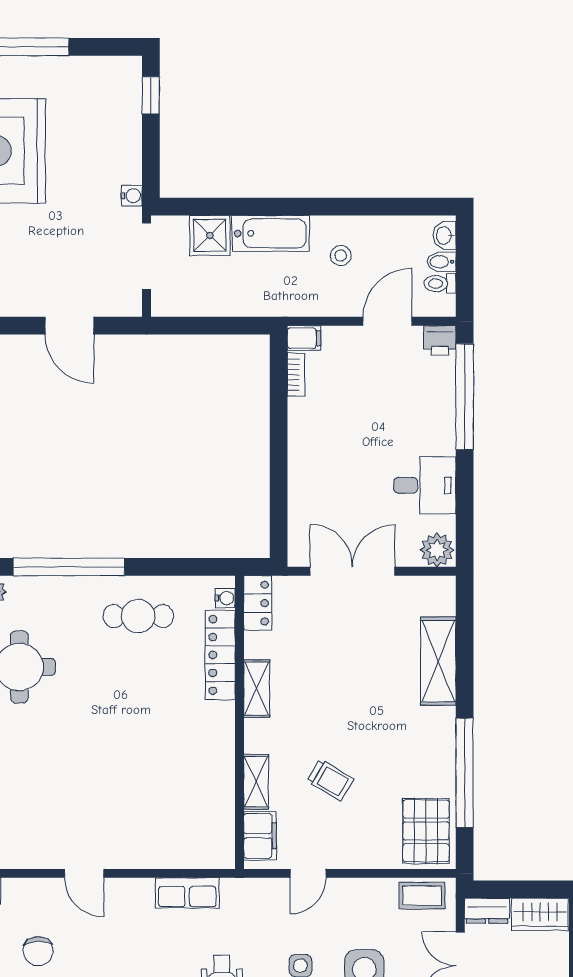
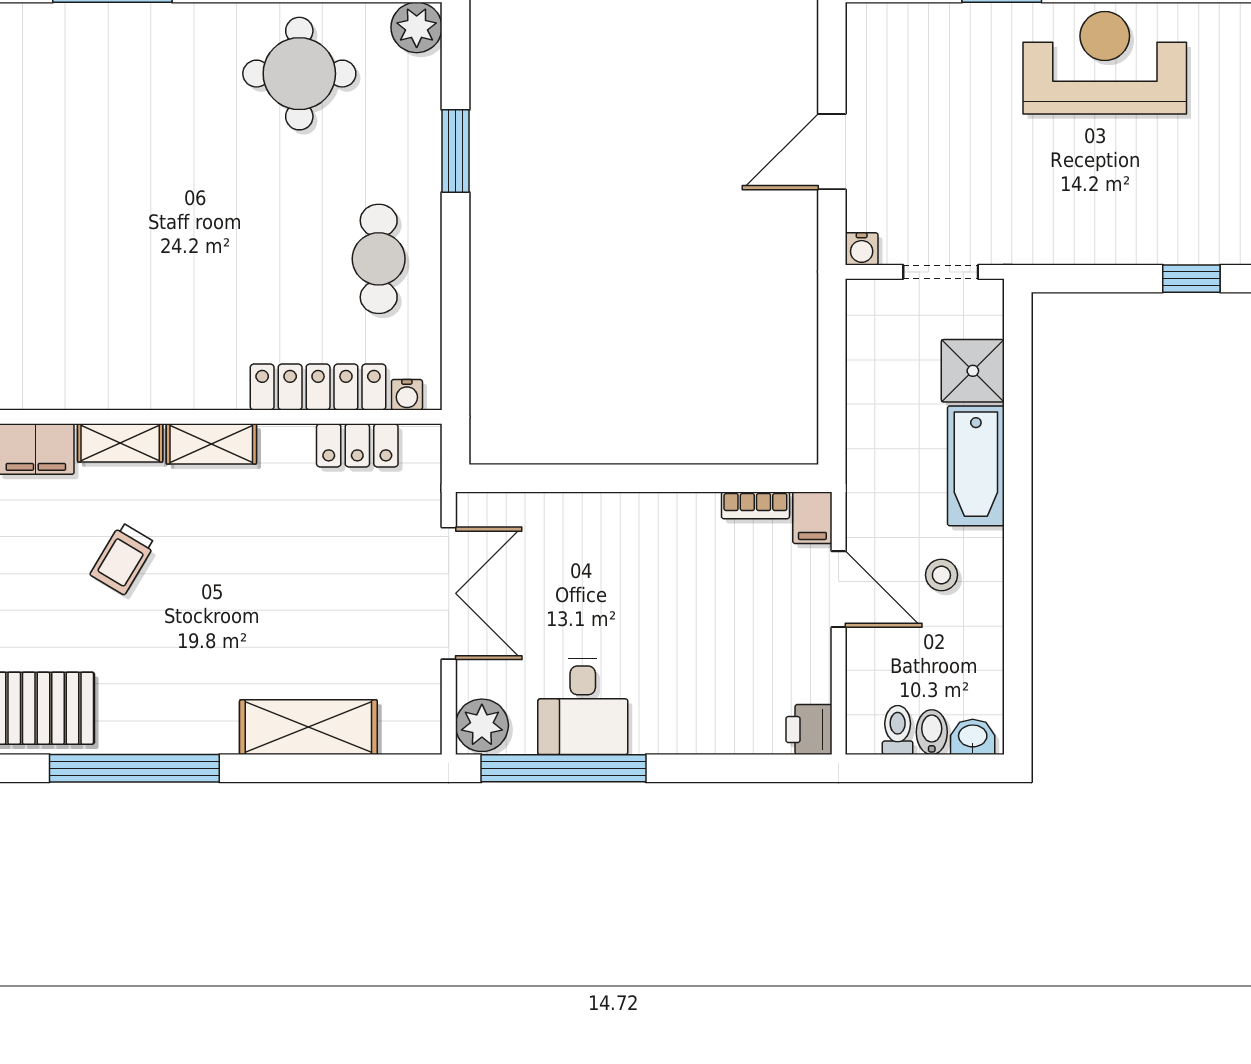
water cooler: (132, 196) -> (862, 249), moved
doorway: (146, 256) -> (941, 272), width x0.73
door: (387, 321) -> (839, 589), moved
window: (465, 397) -> (564, 768), moved
window: (69, 567) -> (456, 151), width x0.47
locker: (258, 603) -> (357, 445), moved
shelving: (257, 688) -> (211, 444), moved

